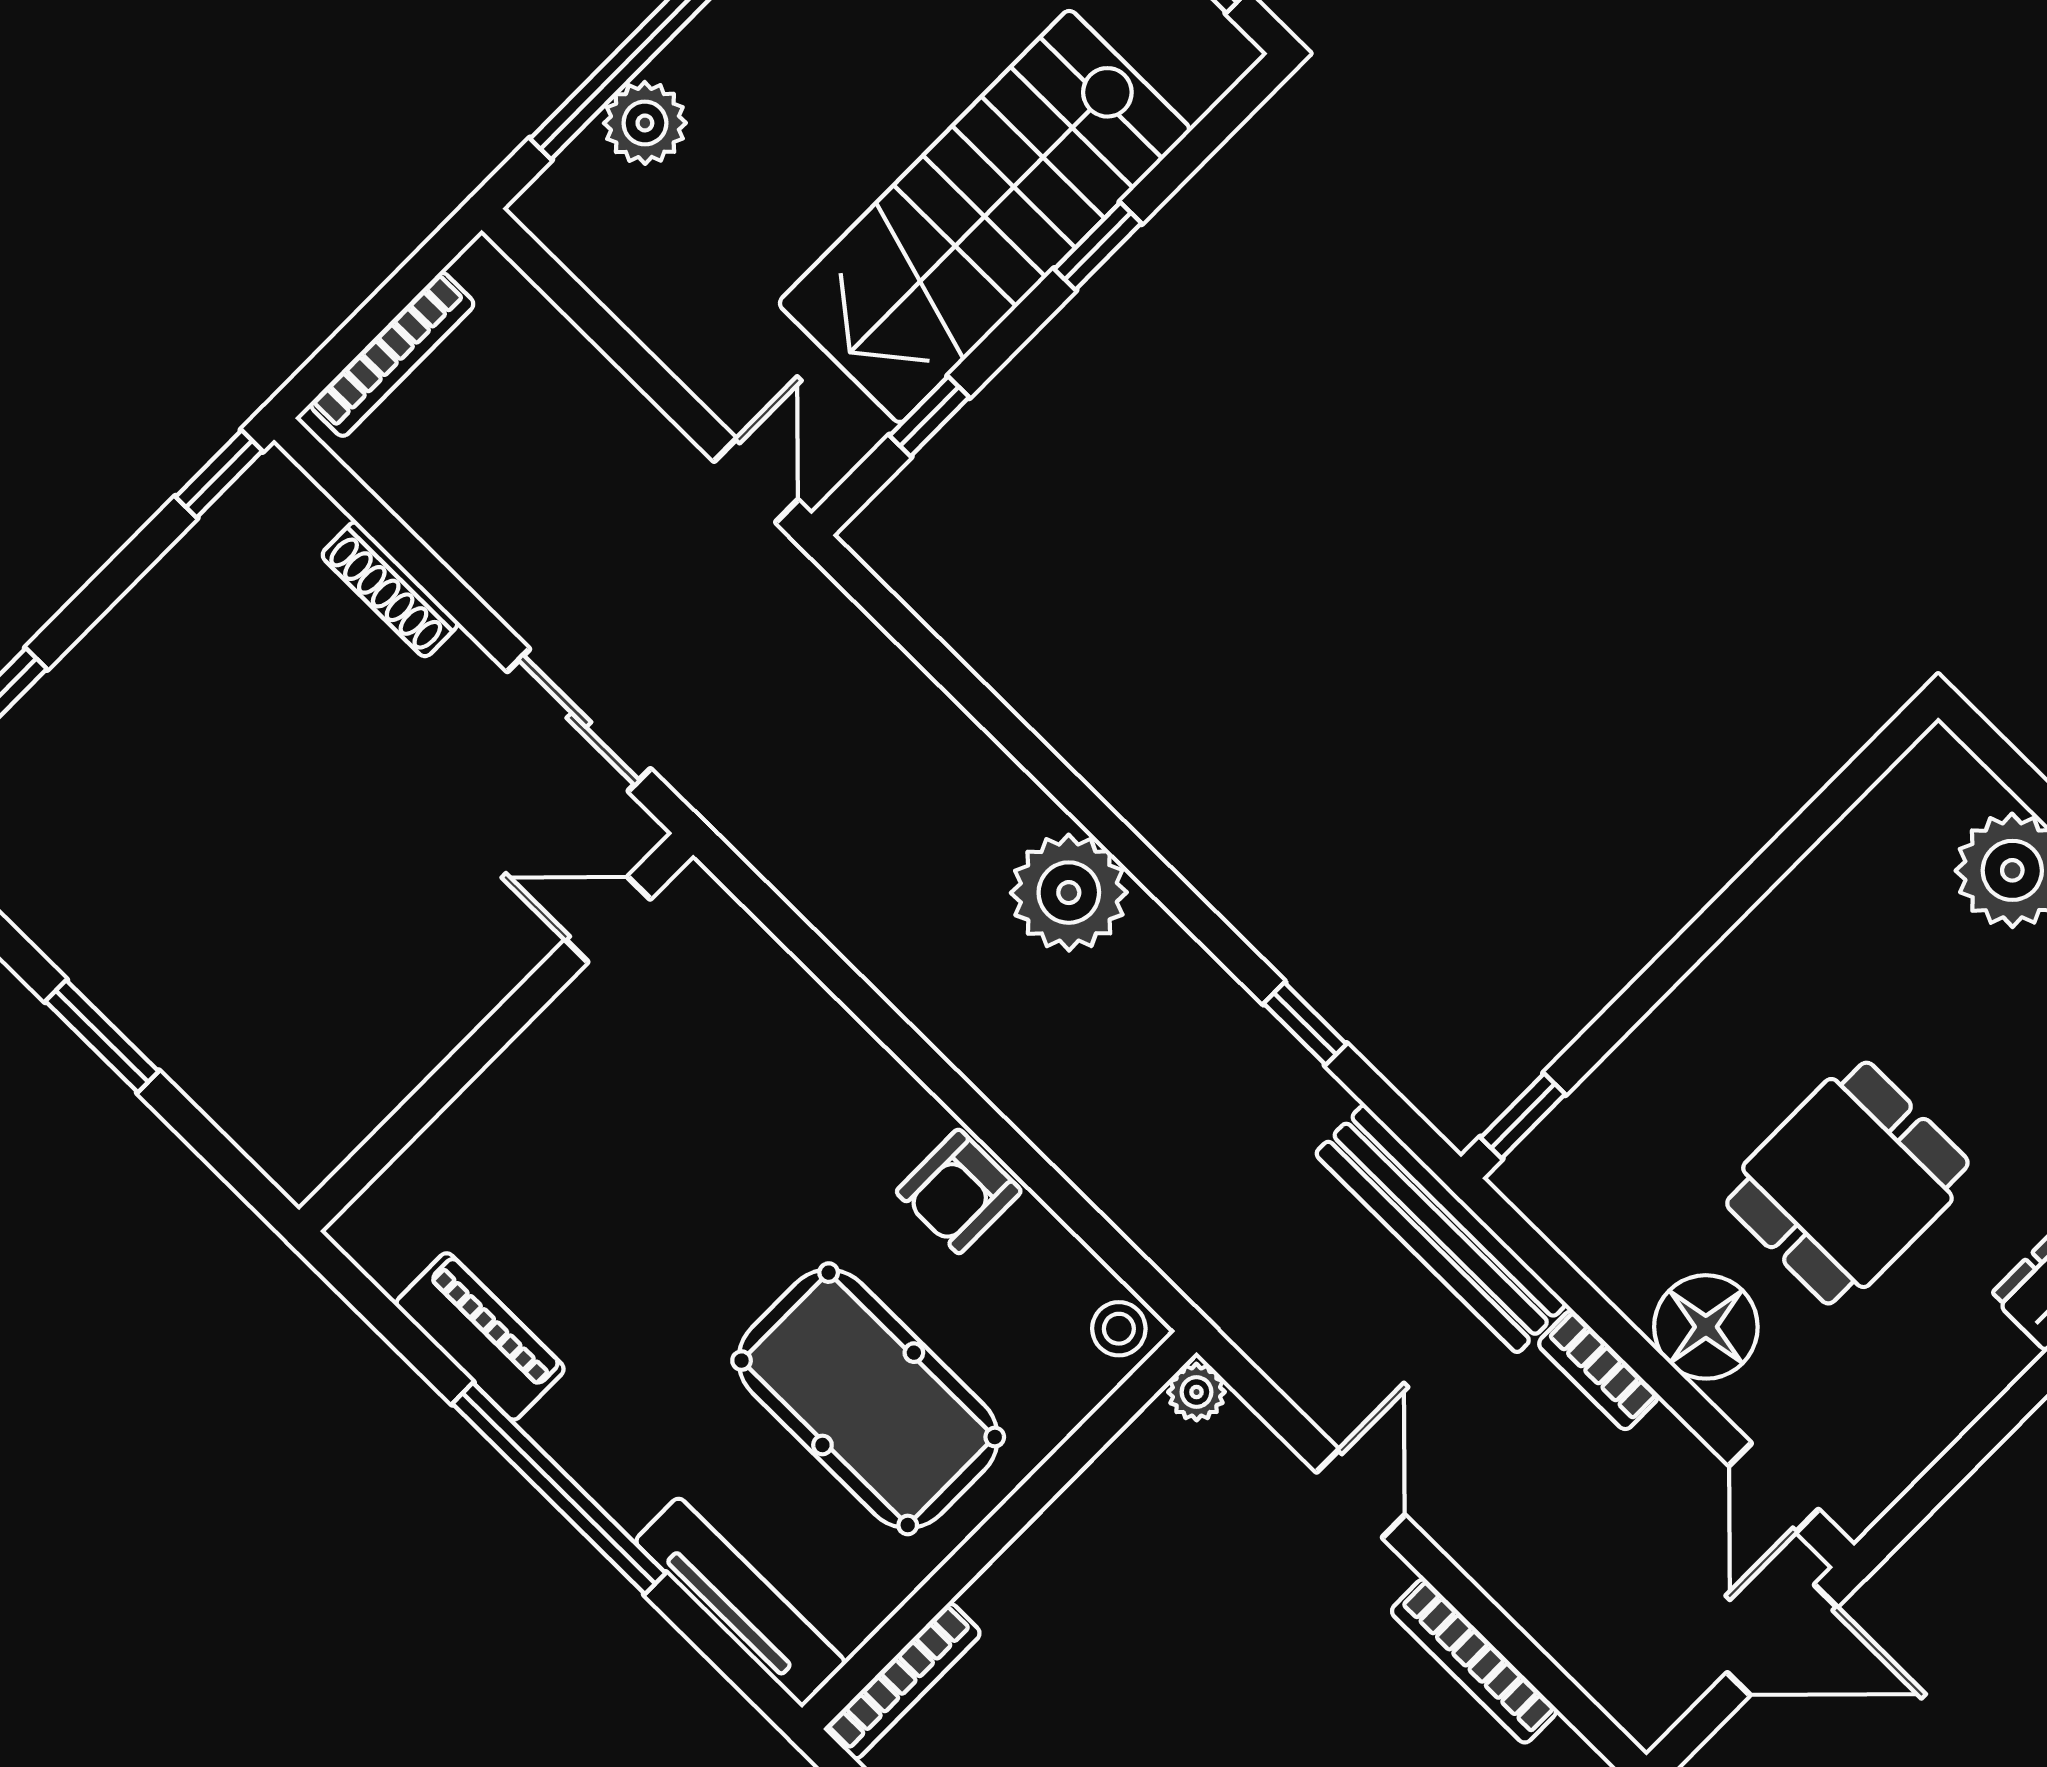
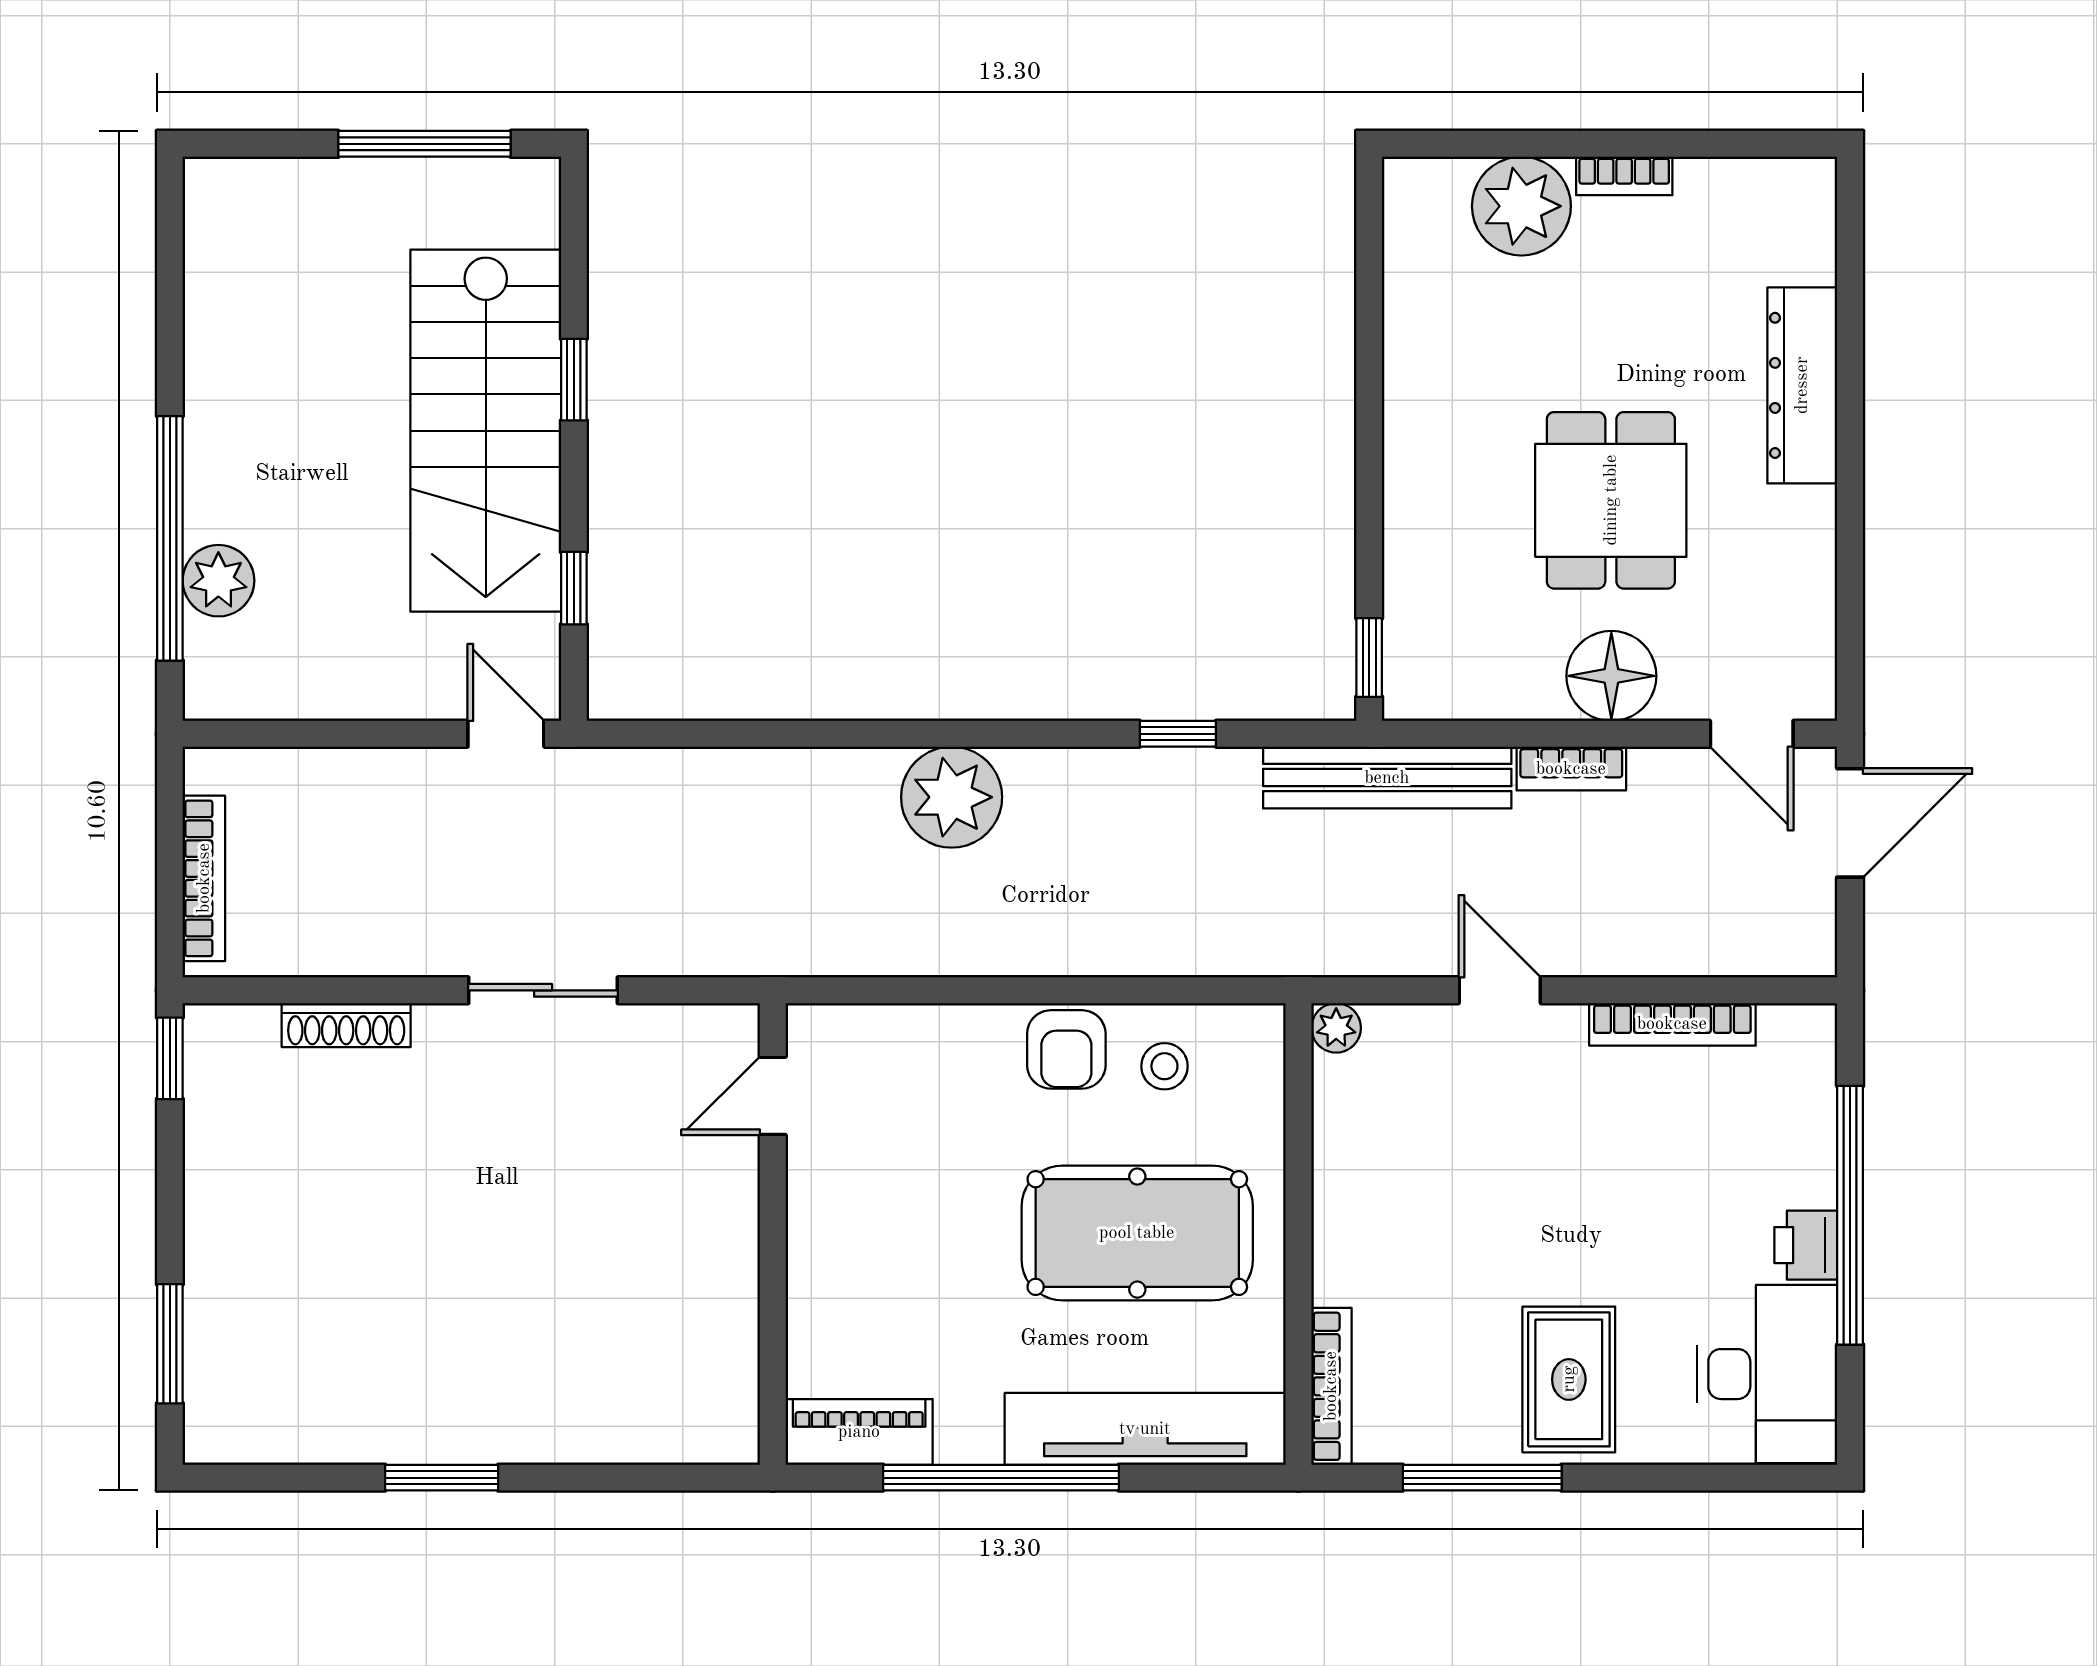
door: (608, 919) -> (773, 1096), moved
wall: (496, 1032) -> (773, 1234), moved
stool: (1119, 1329) -> (1164, 1066), moved
tv unit: (740, 1602) -> (1145, 1429), width x1.36, depth x1.29

